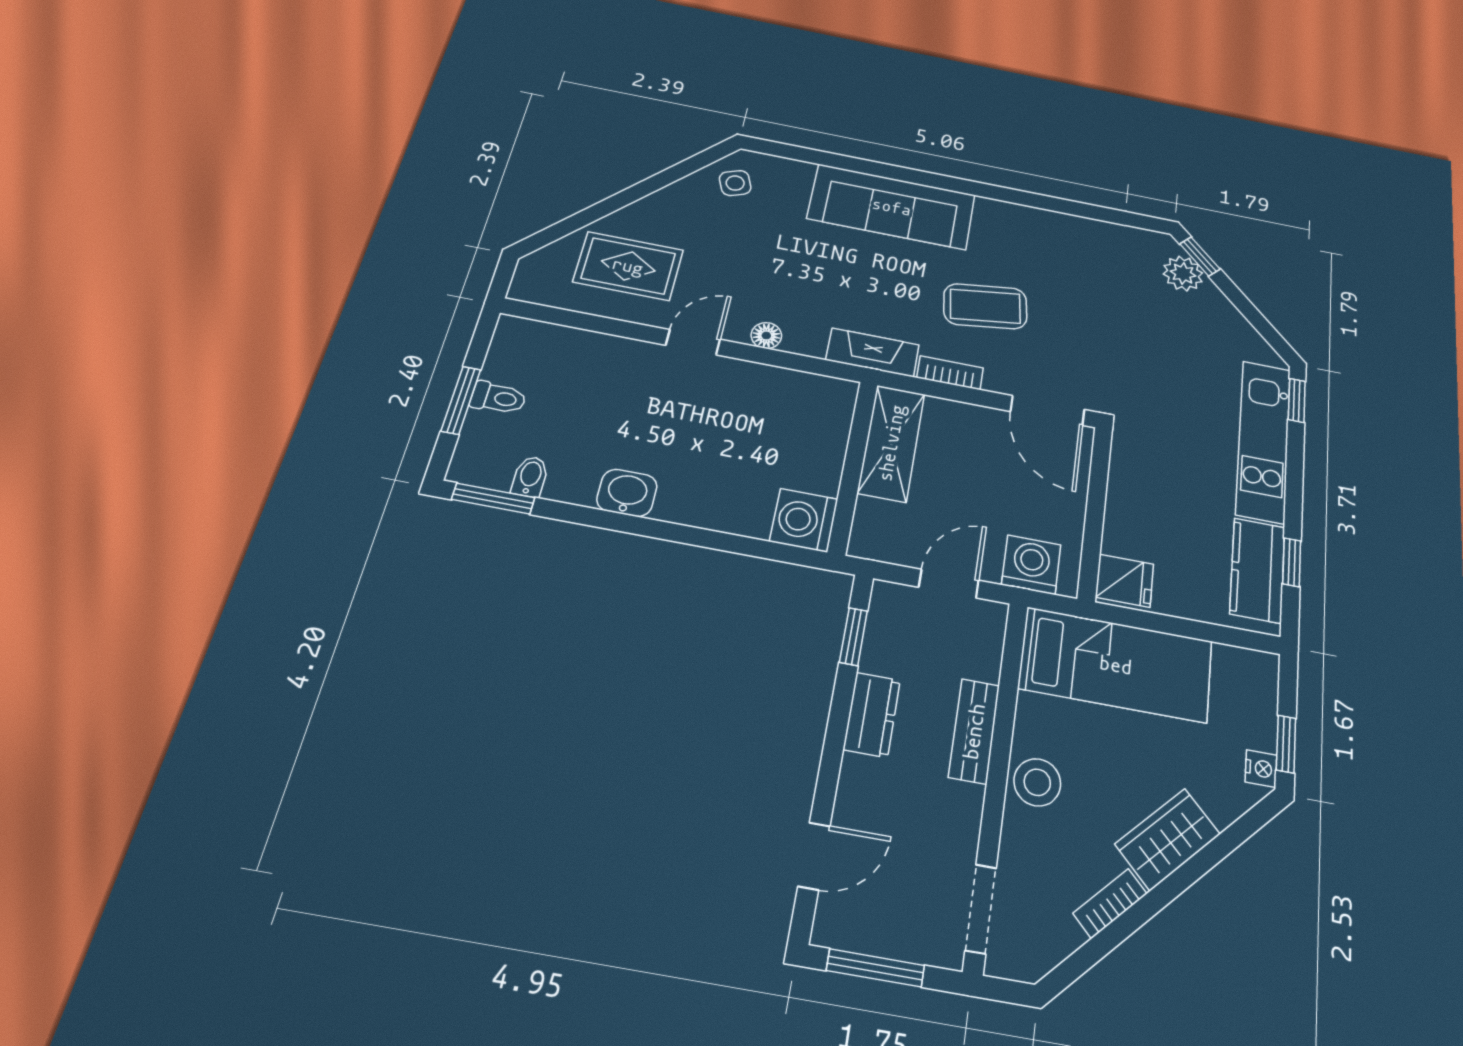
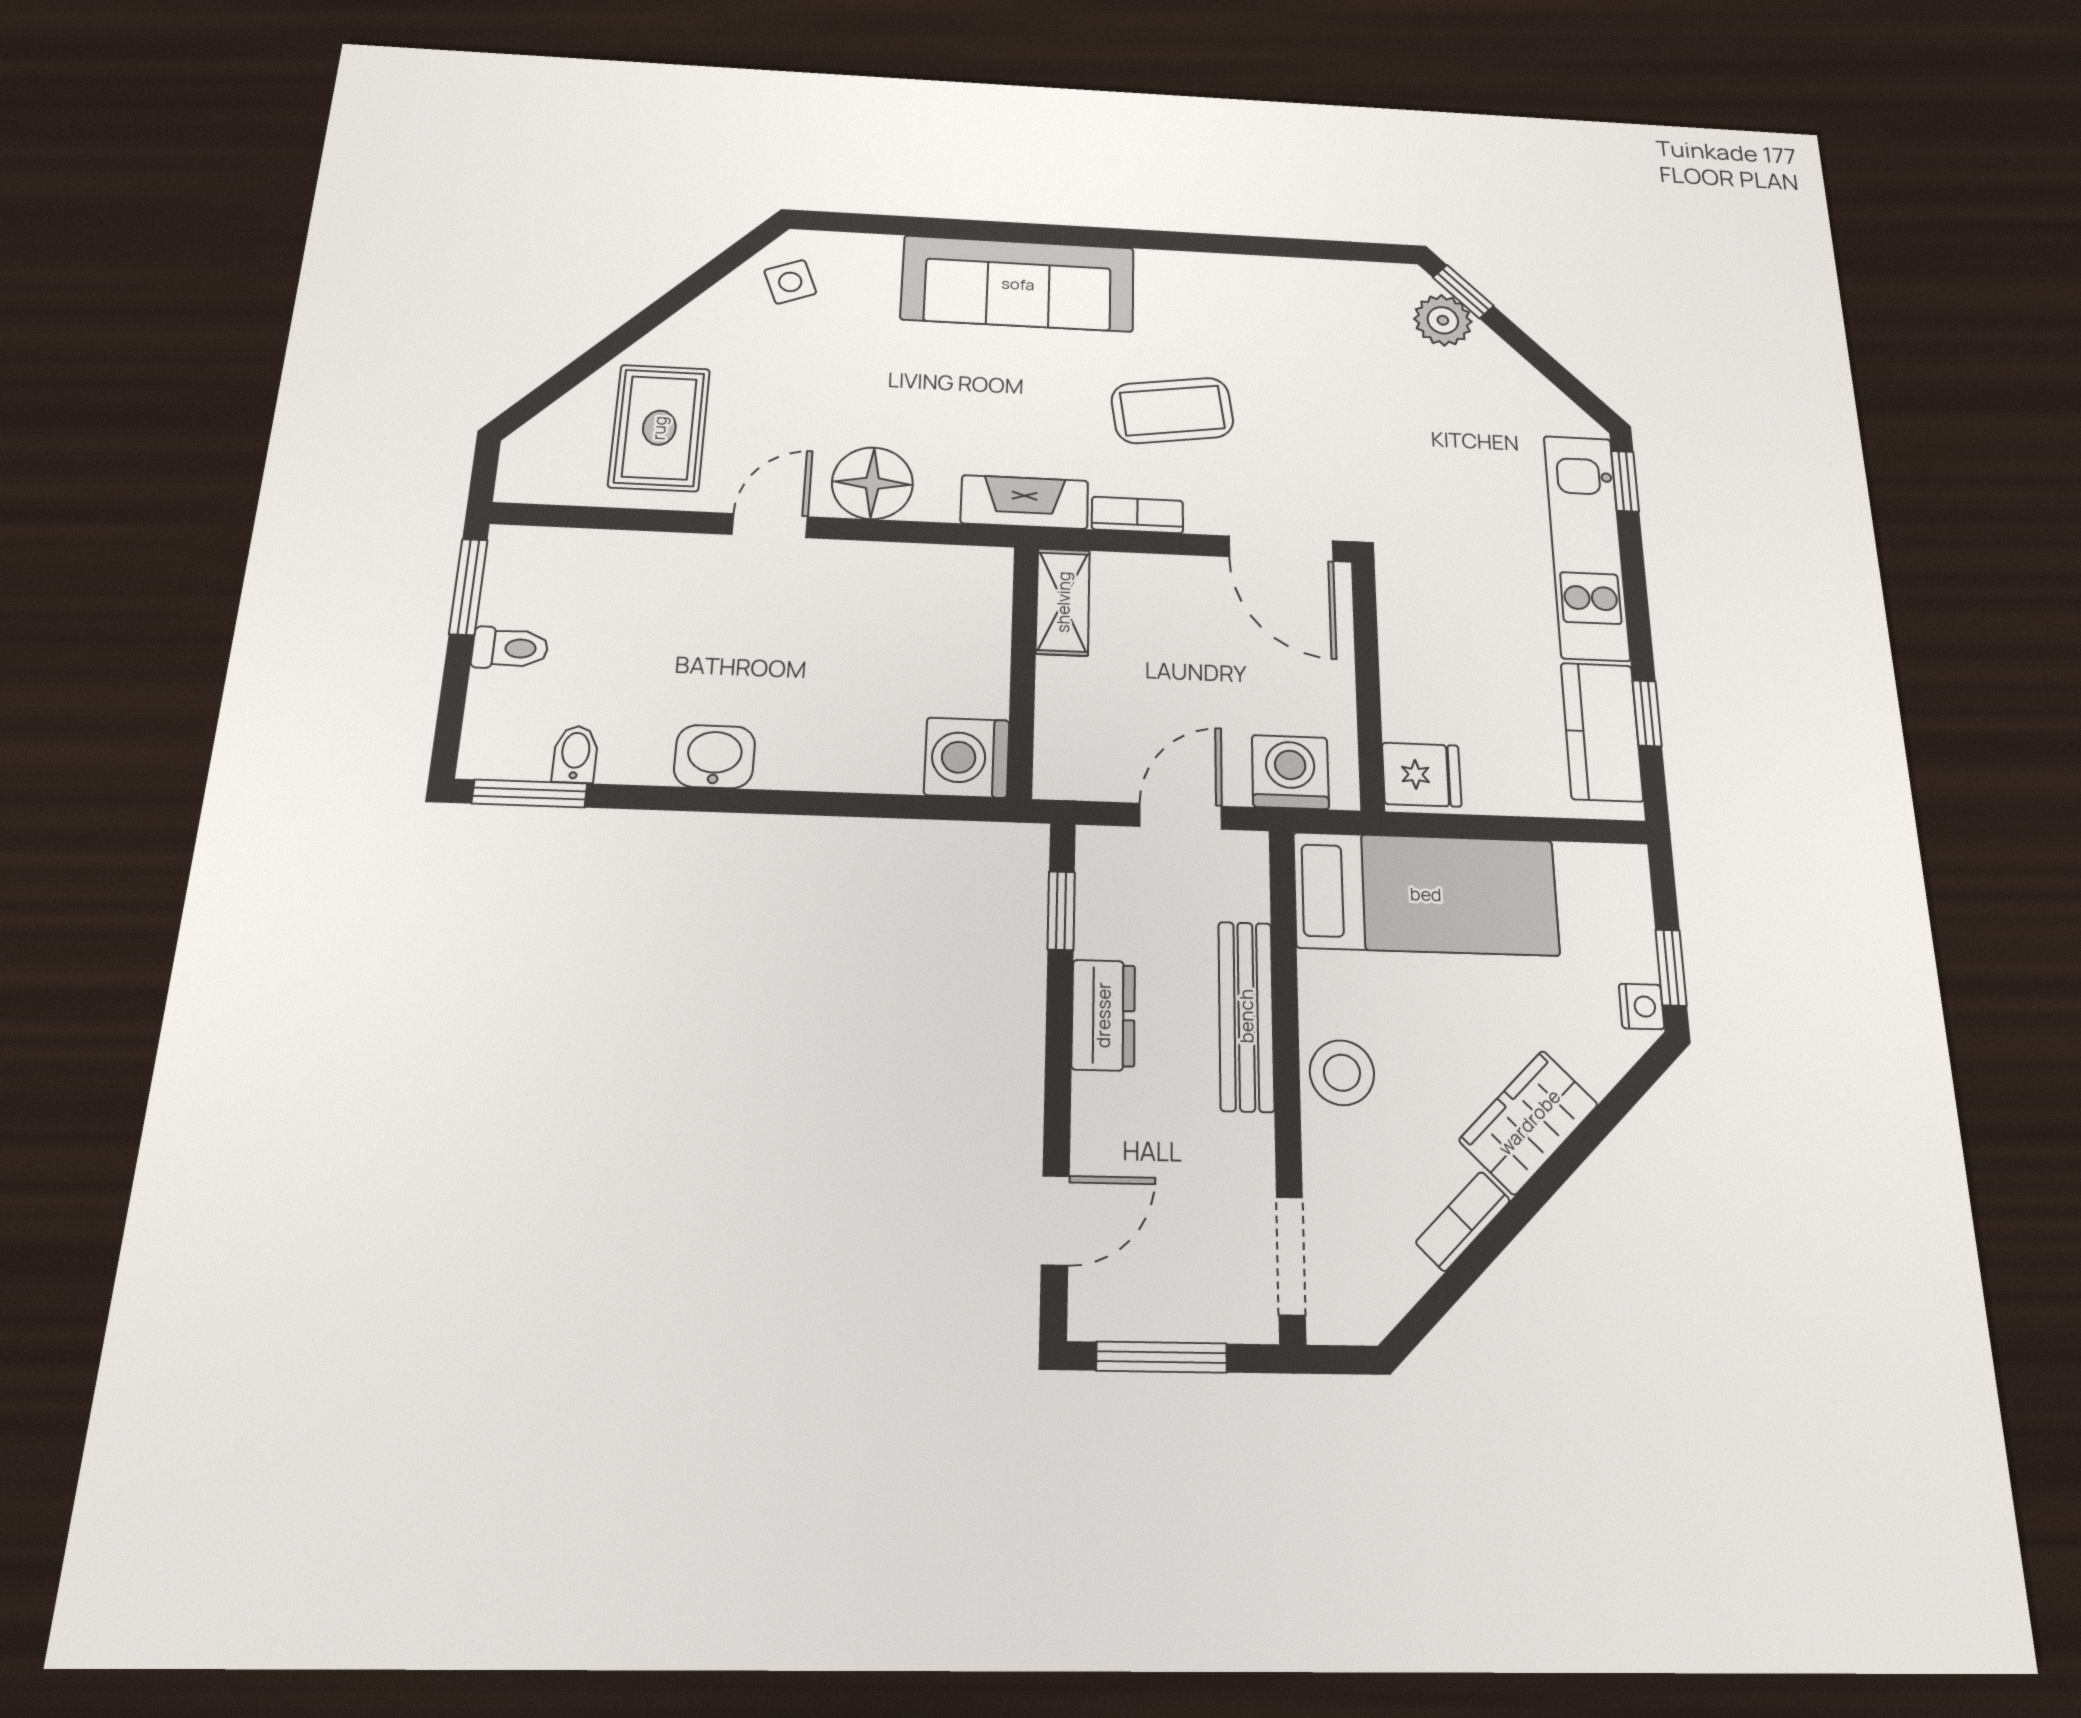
rug: (628, 266) -> (659, 428), turned 90
floor lamp: (766, 336) -> (872, 483), width x1.89, depth x1.89
window: (461, 400) -> (468, 587), moved
shelving: (891, 443) -> (1063, 602), width x0.67, depth x0.75
bench: (974, 731) -> (1246, 1016), width x1.36

